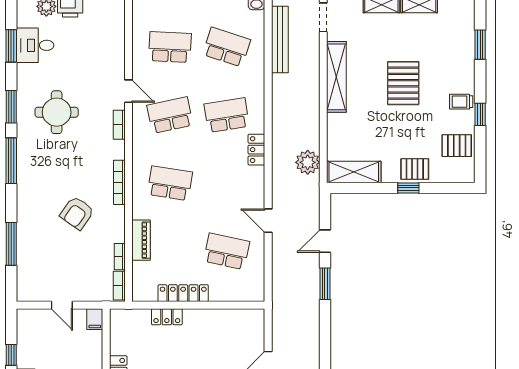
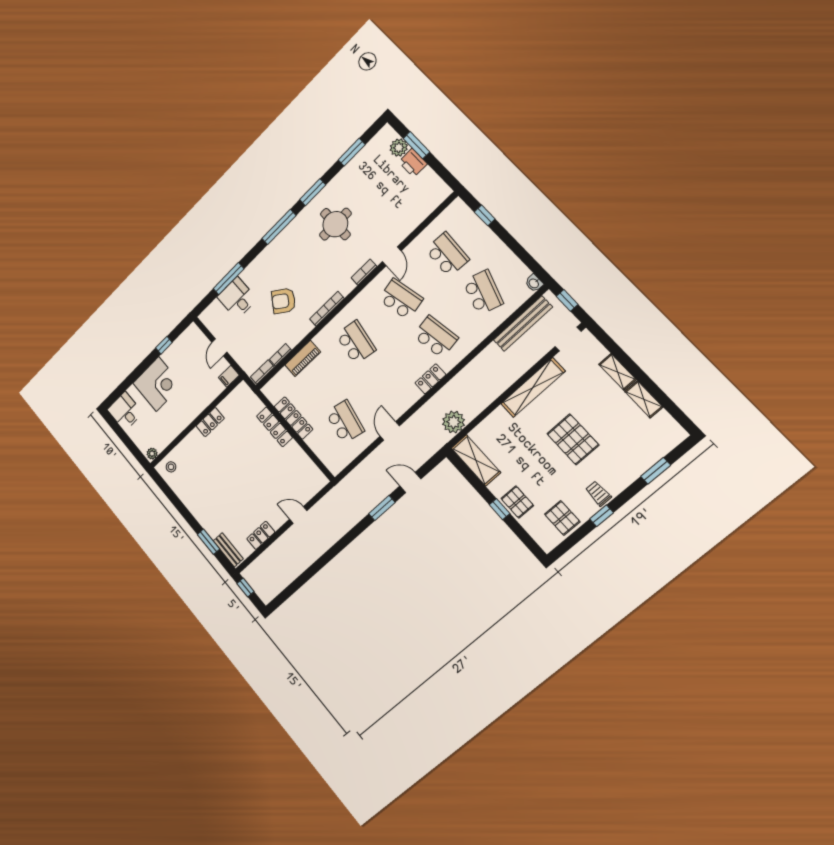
desk: (35, 45) -> (237, 298), moved
pallet: (403, 83) -> (573, 439), turned 90
locker: (167, 317) -> (274, 427), width x1.53

